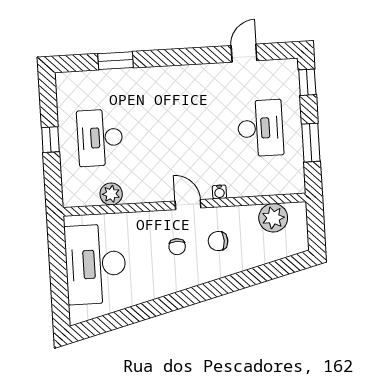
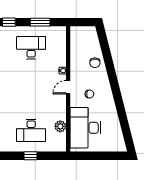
plant: (273, 218) -> (78, 44), removed
chair: (218, 241) -> (95, 63), moved
desk: (95, 264) -> (85, 128), moved, turned 90

